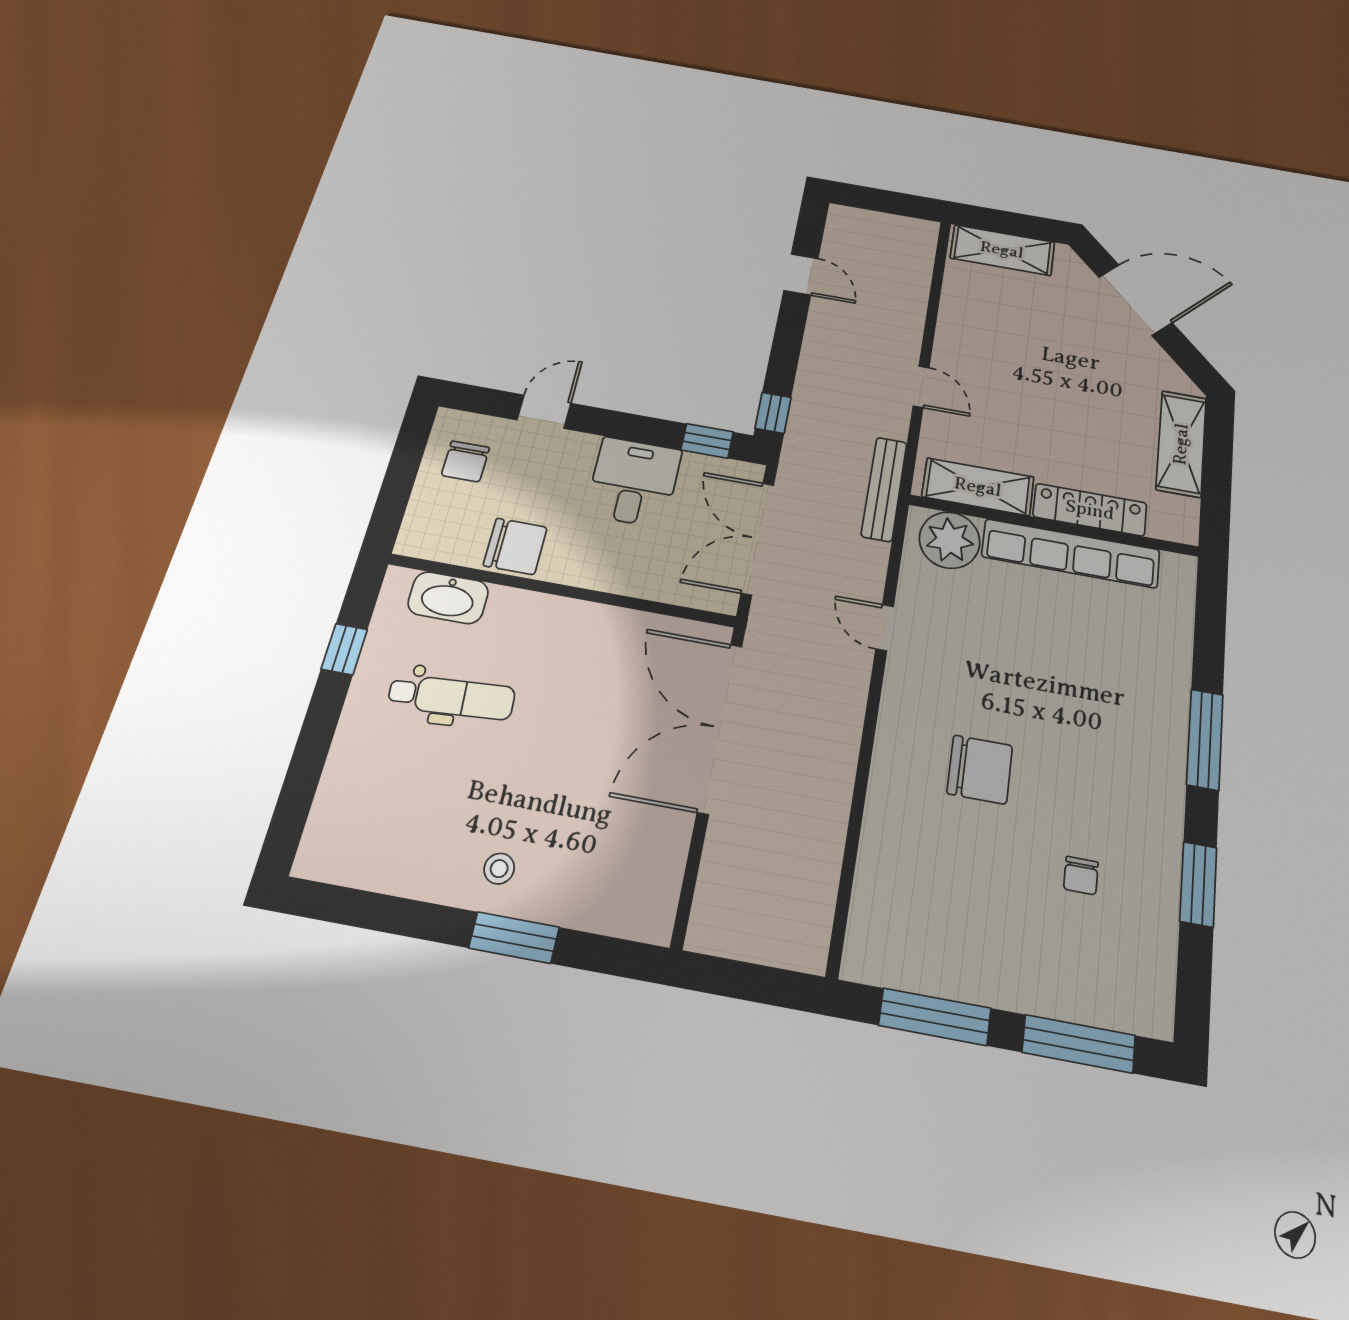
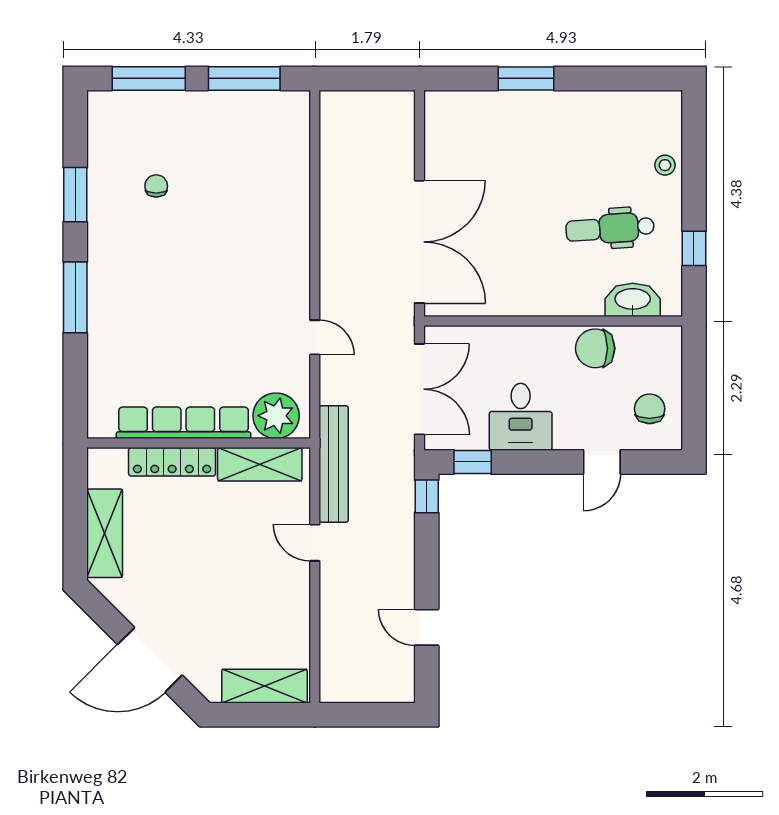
bench: (884, 489) -> (334, 464), width x1.37, depth x1.21
chair: (980, 769) -> (233, 246), removed
stool: (499, 869) -> (665, 165), moved

